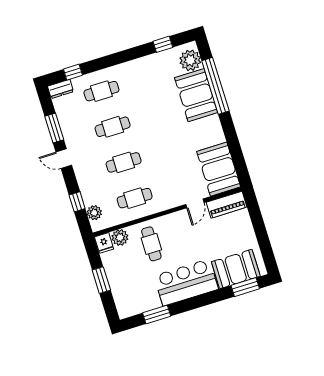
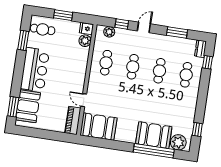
door: (64, 159) -> (144, 27), moved
cafe table: (151, 244) -> (43, 29), moved

